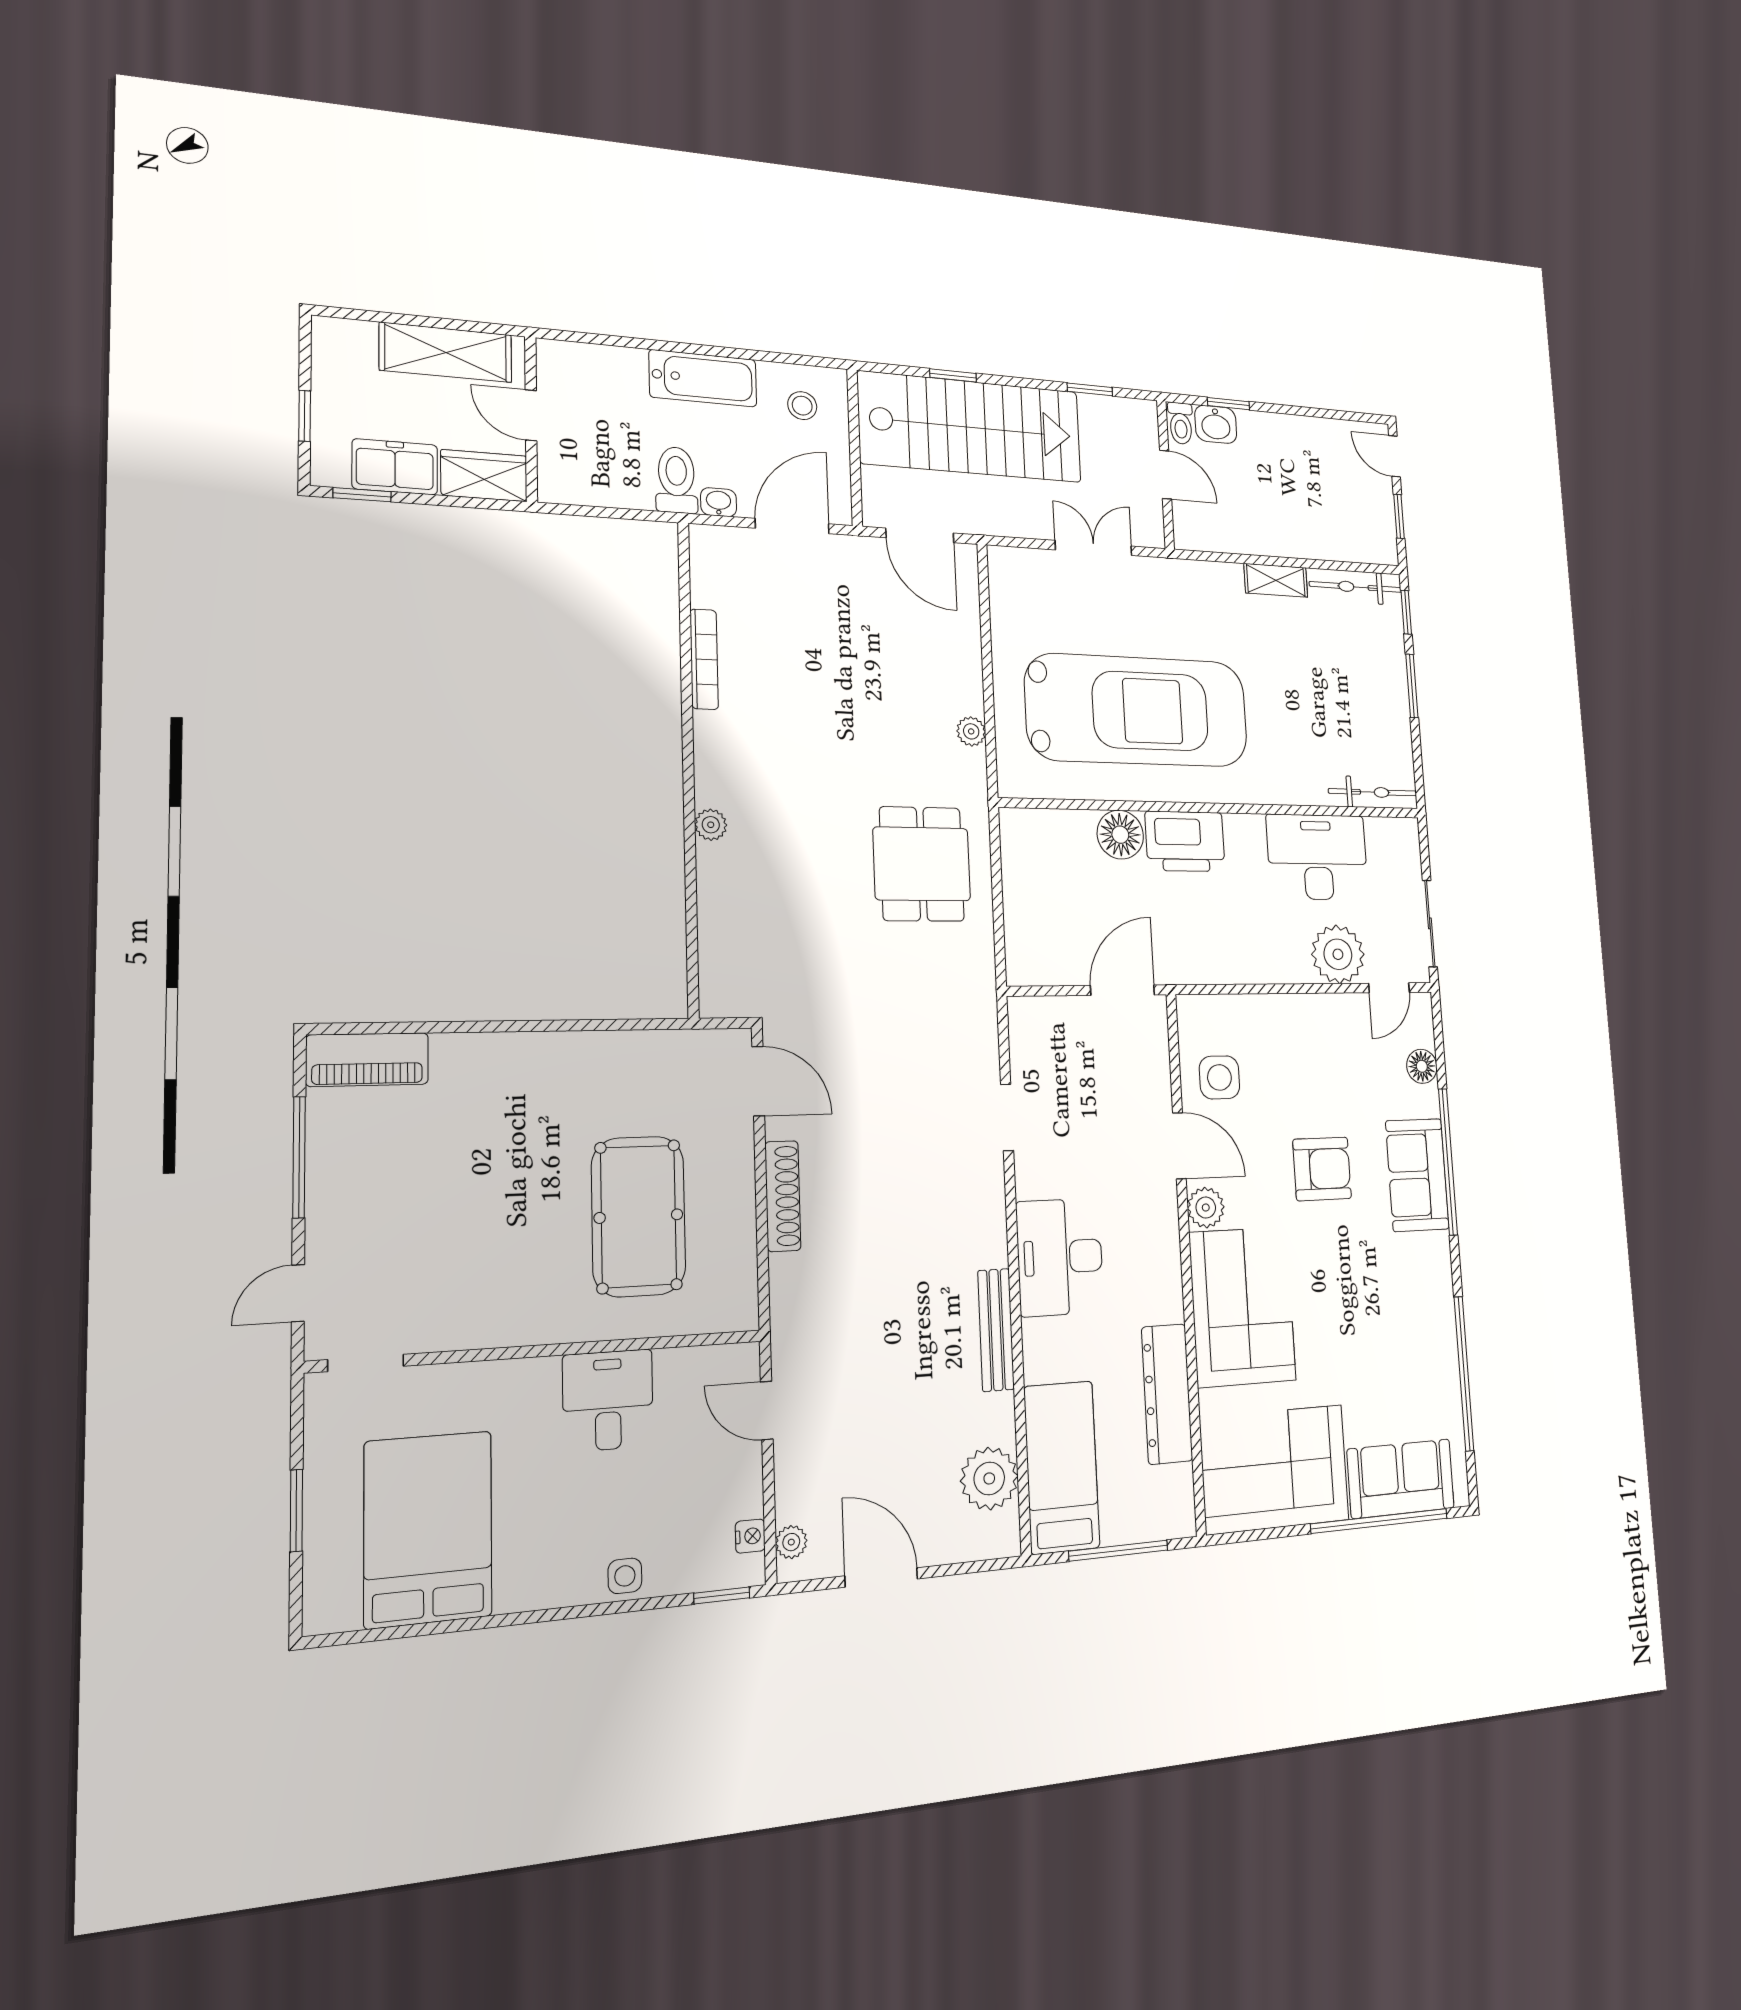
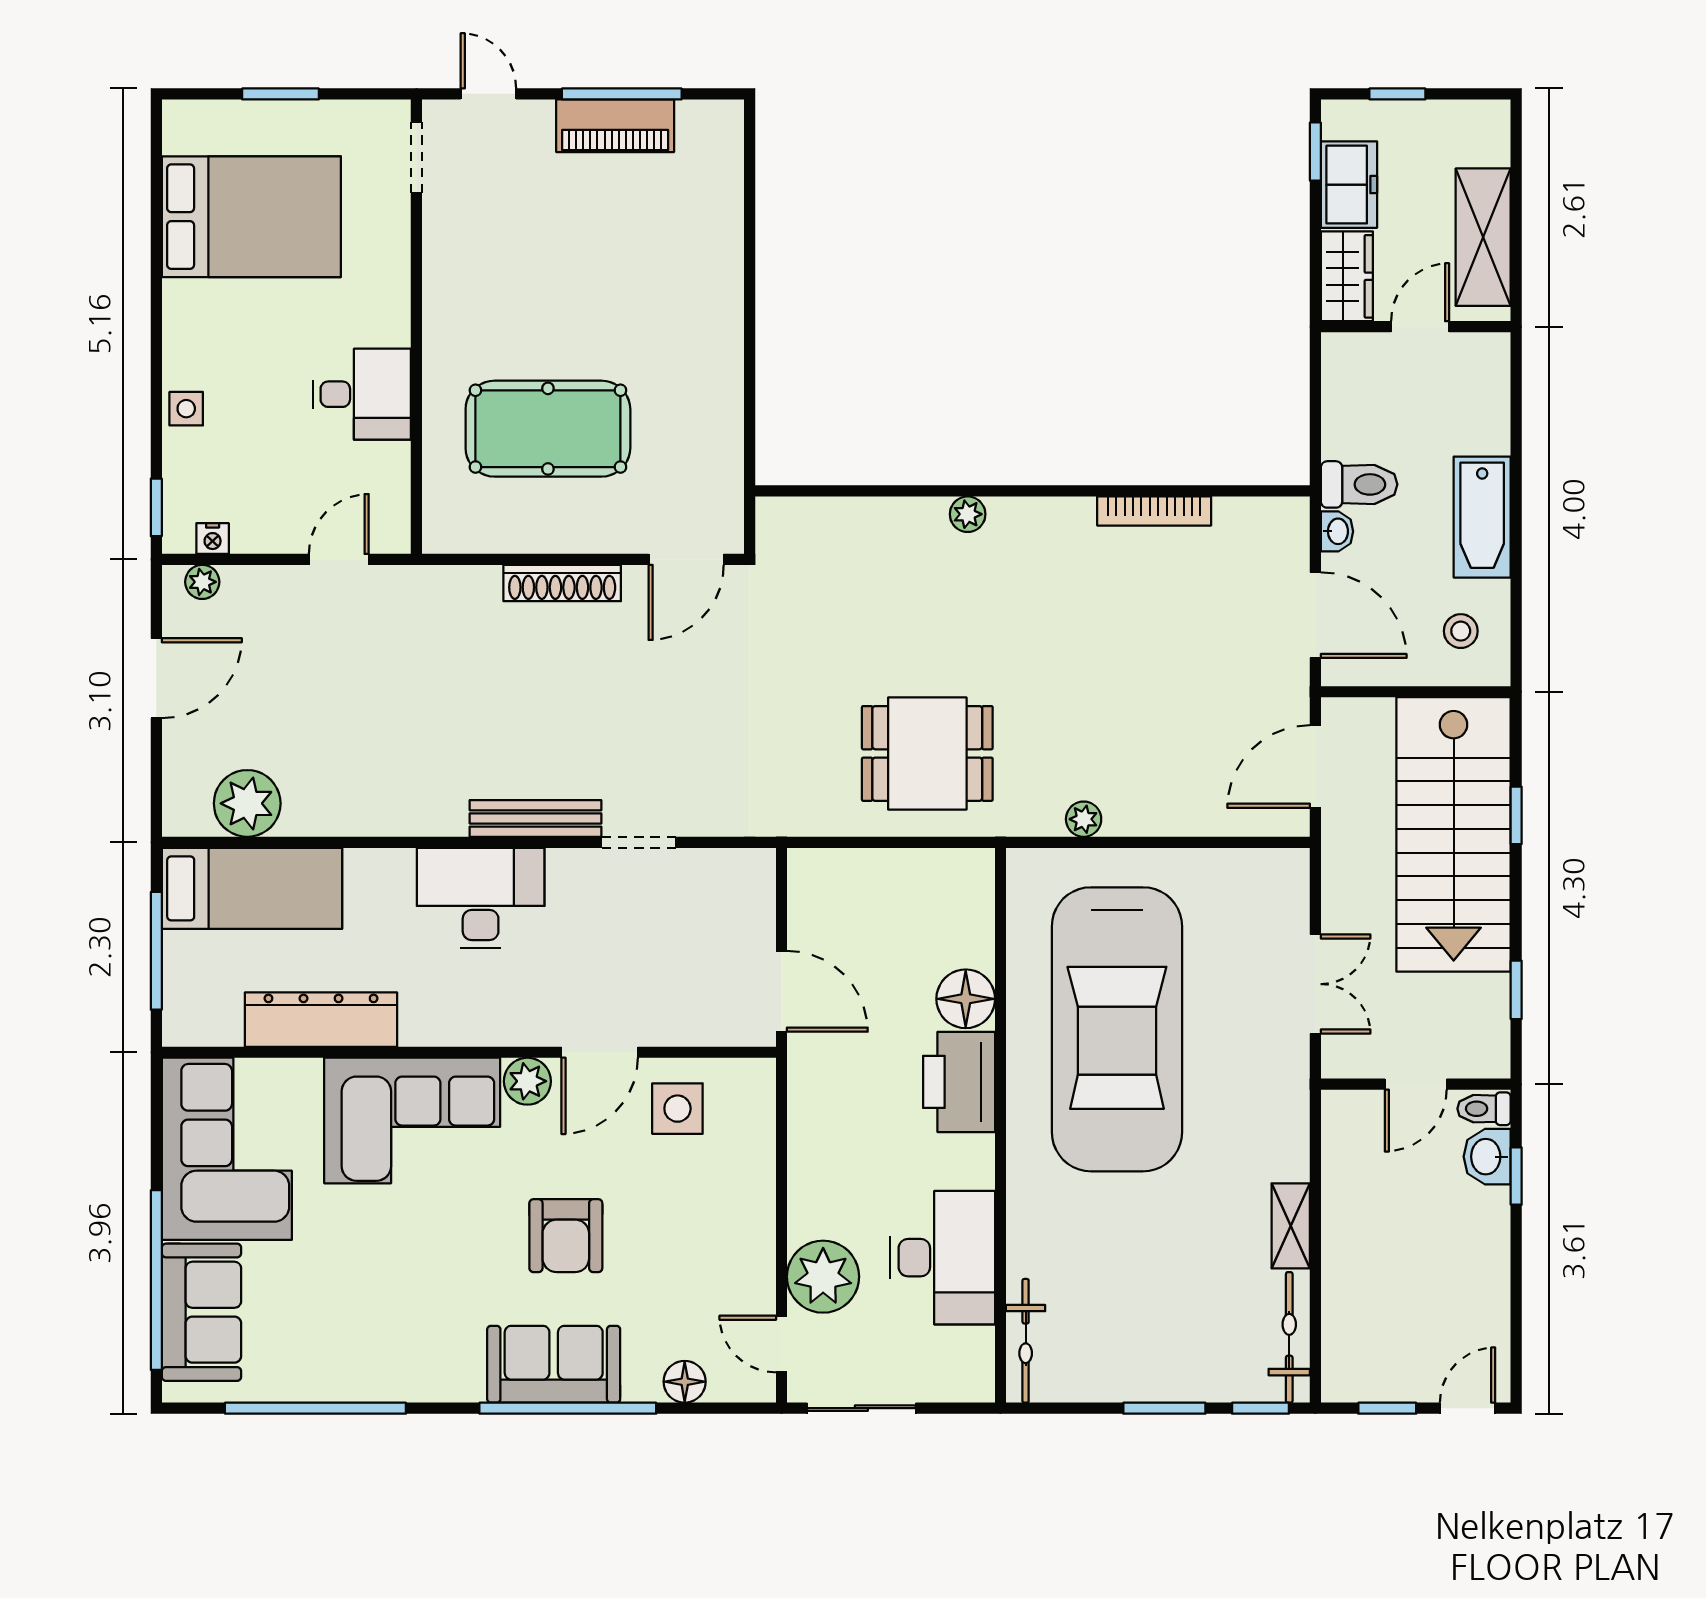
piano: (367, 1060) -> (615, 126), moved, turned -90
bench: (996, 1330) -> (535, 818), moved

